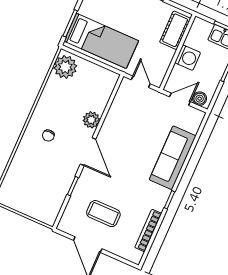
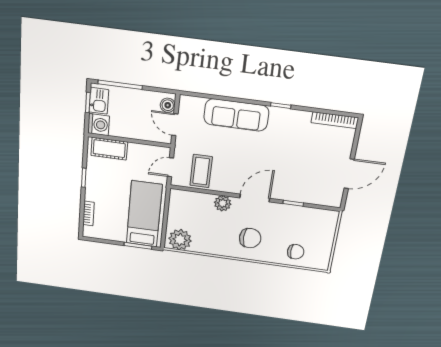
washing machine: (188, 58) -> (99, 125), moved, turned 90
chair: (48, 136) -> (250, 238), width x1.87, depth x1.87
chair: (22, 175) -> (296, 252), added
coffee table: (103, 214) -> (201, 171), moved
bookcase: (148, 230) -> (335, 120), moved

